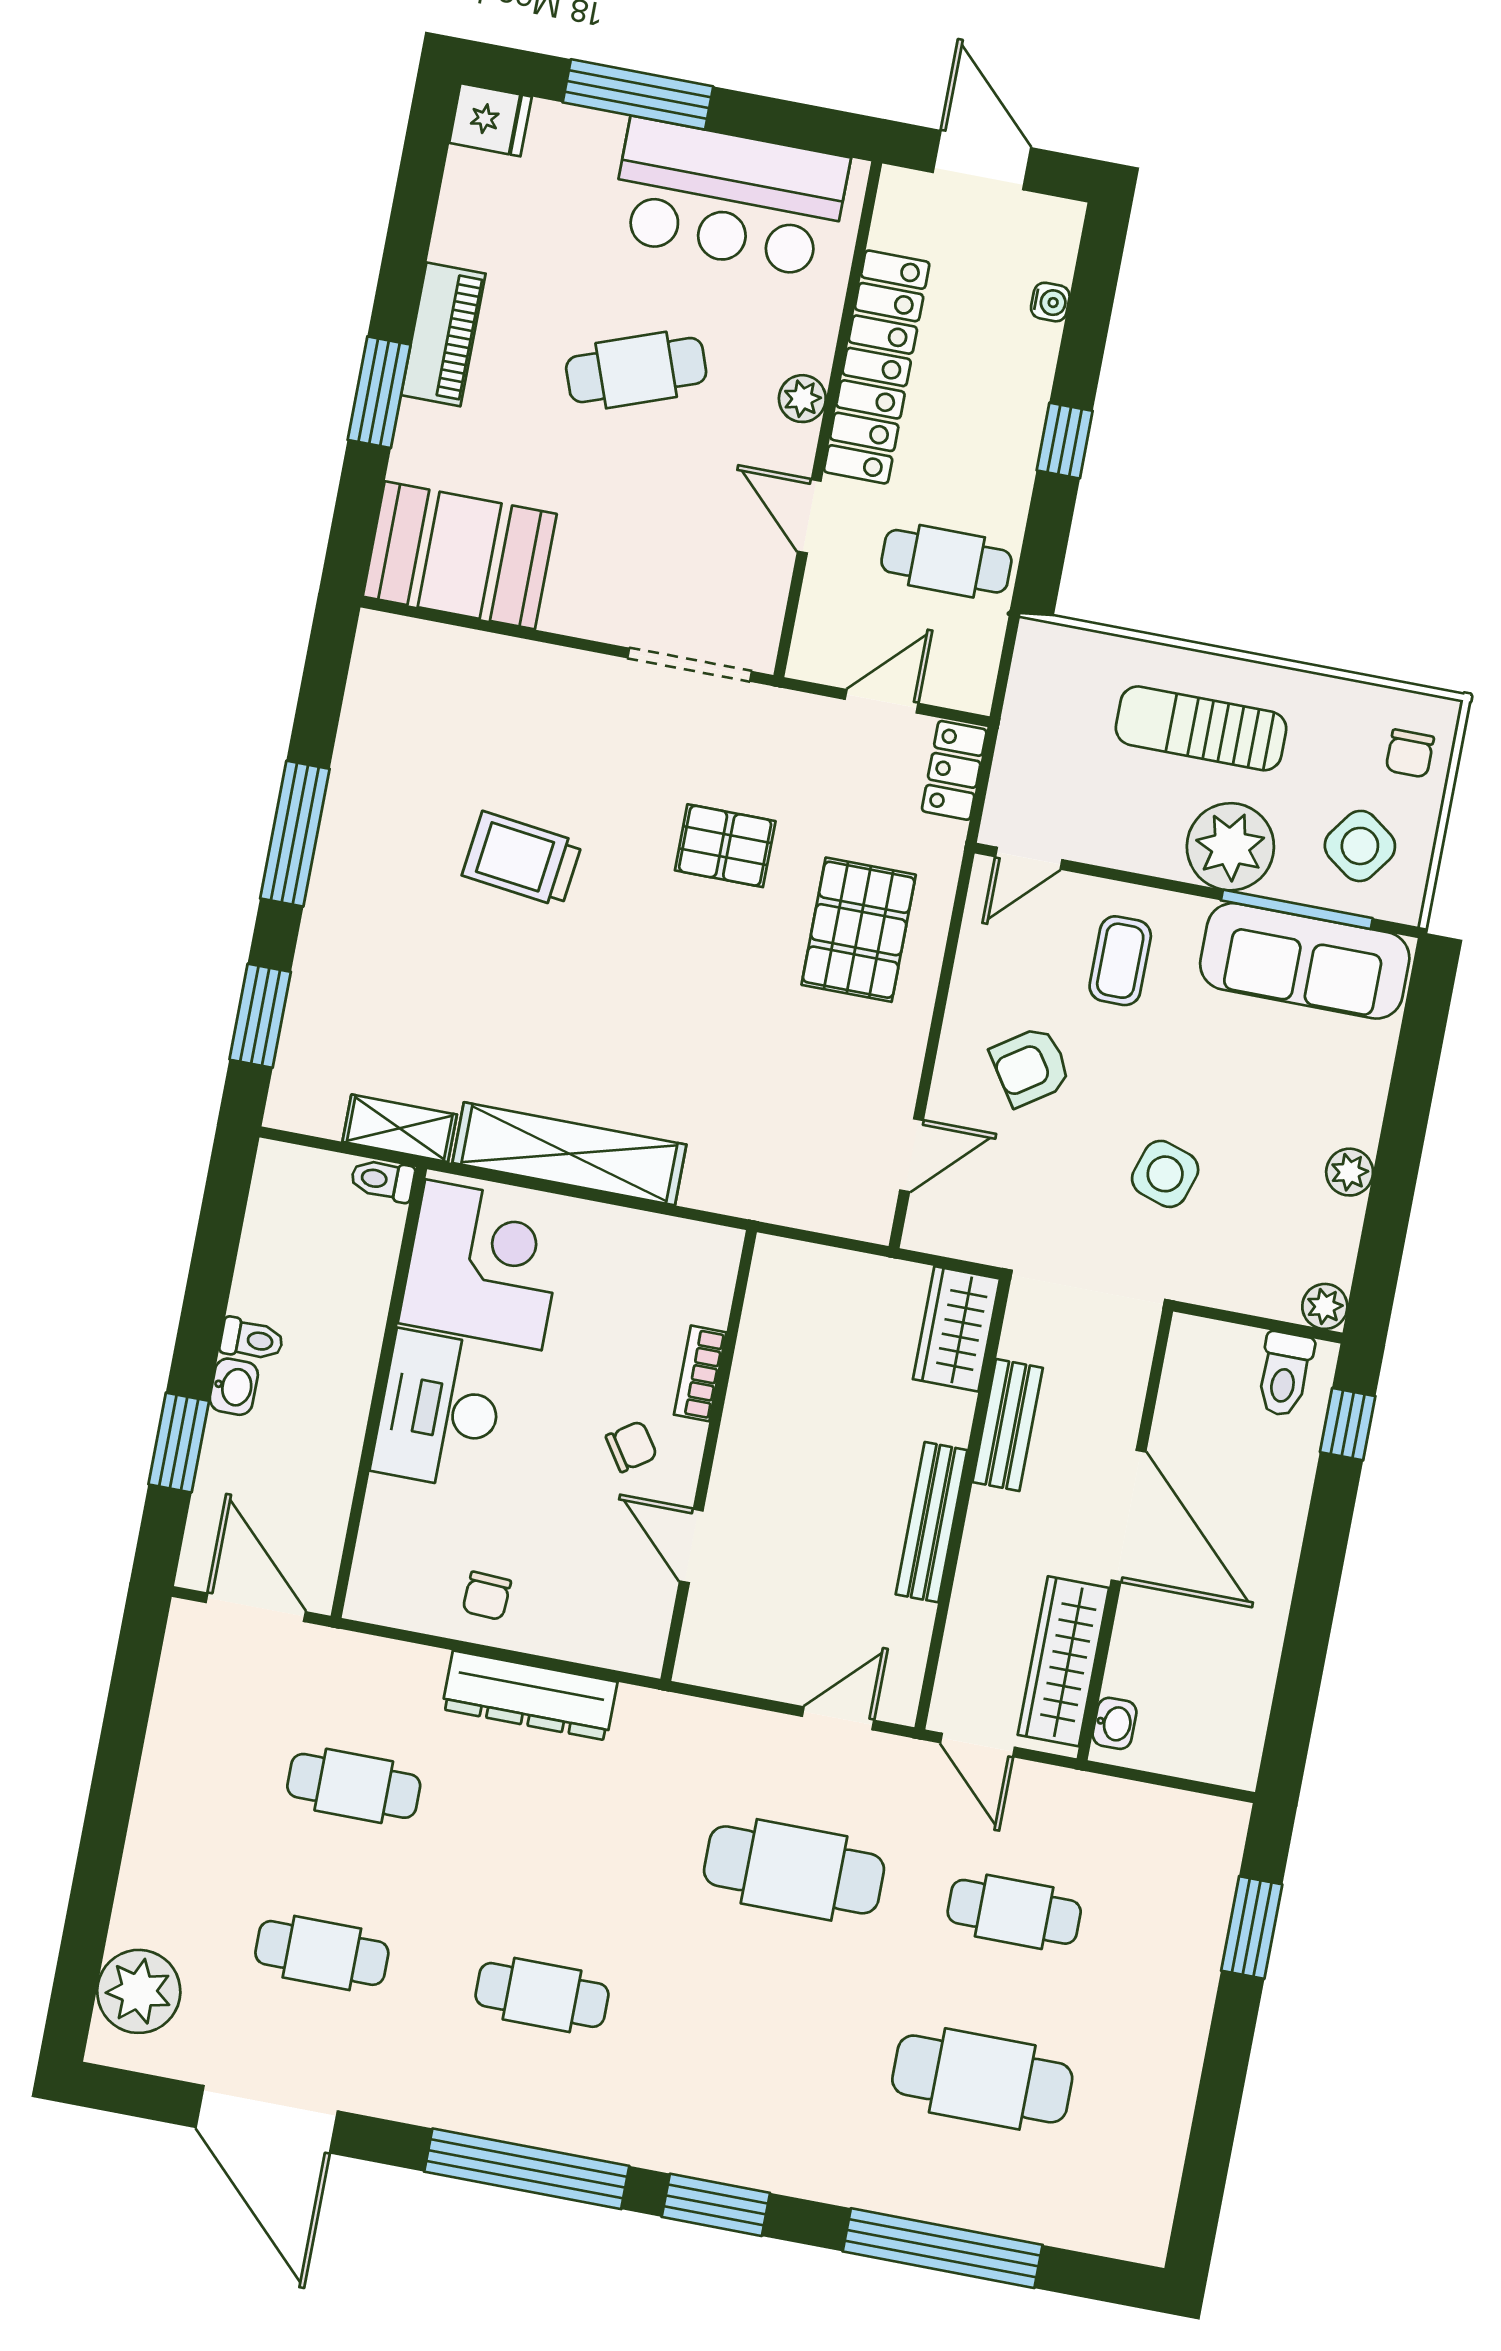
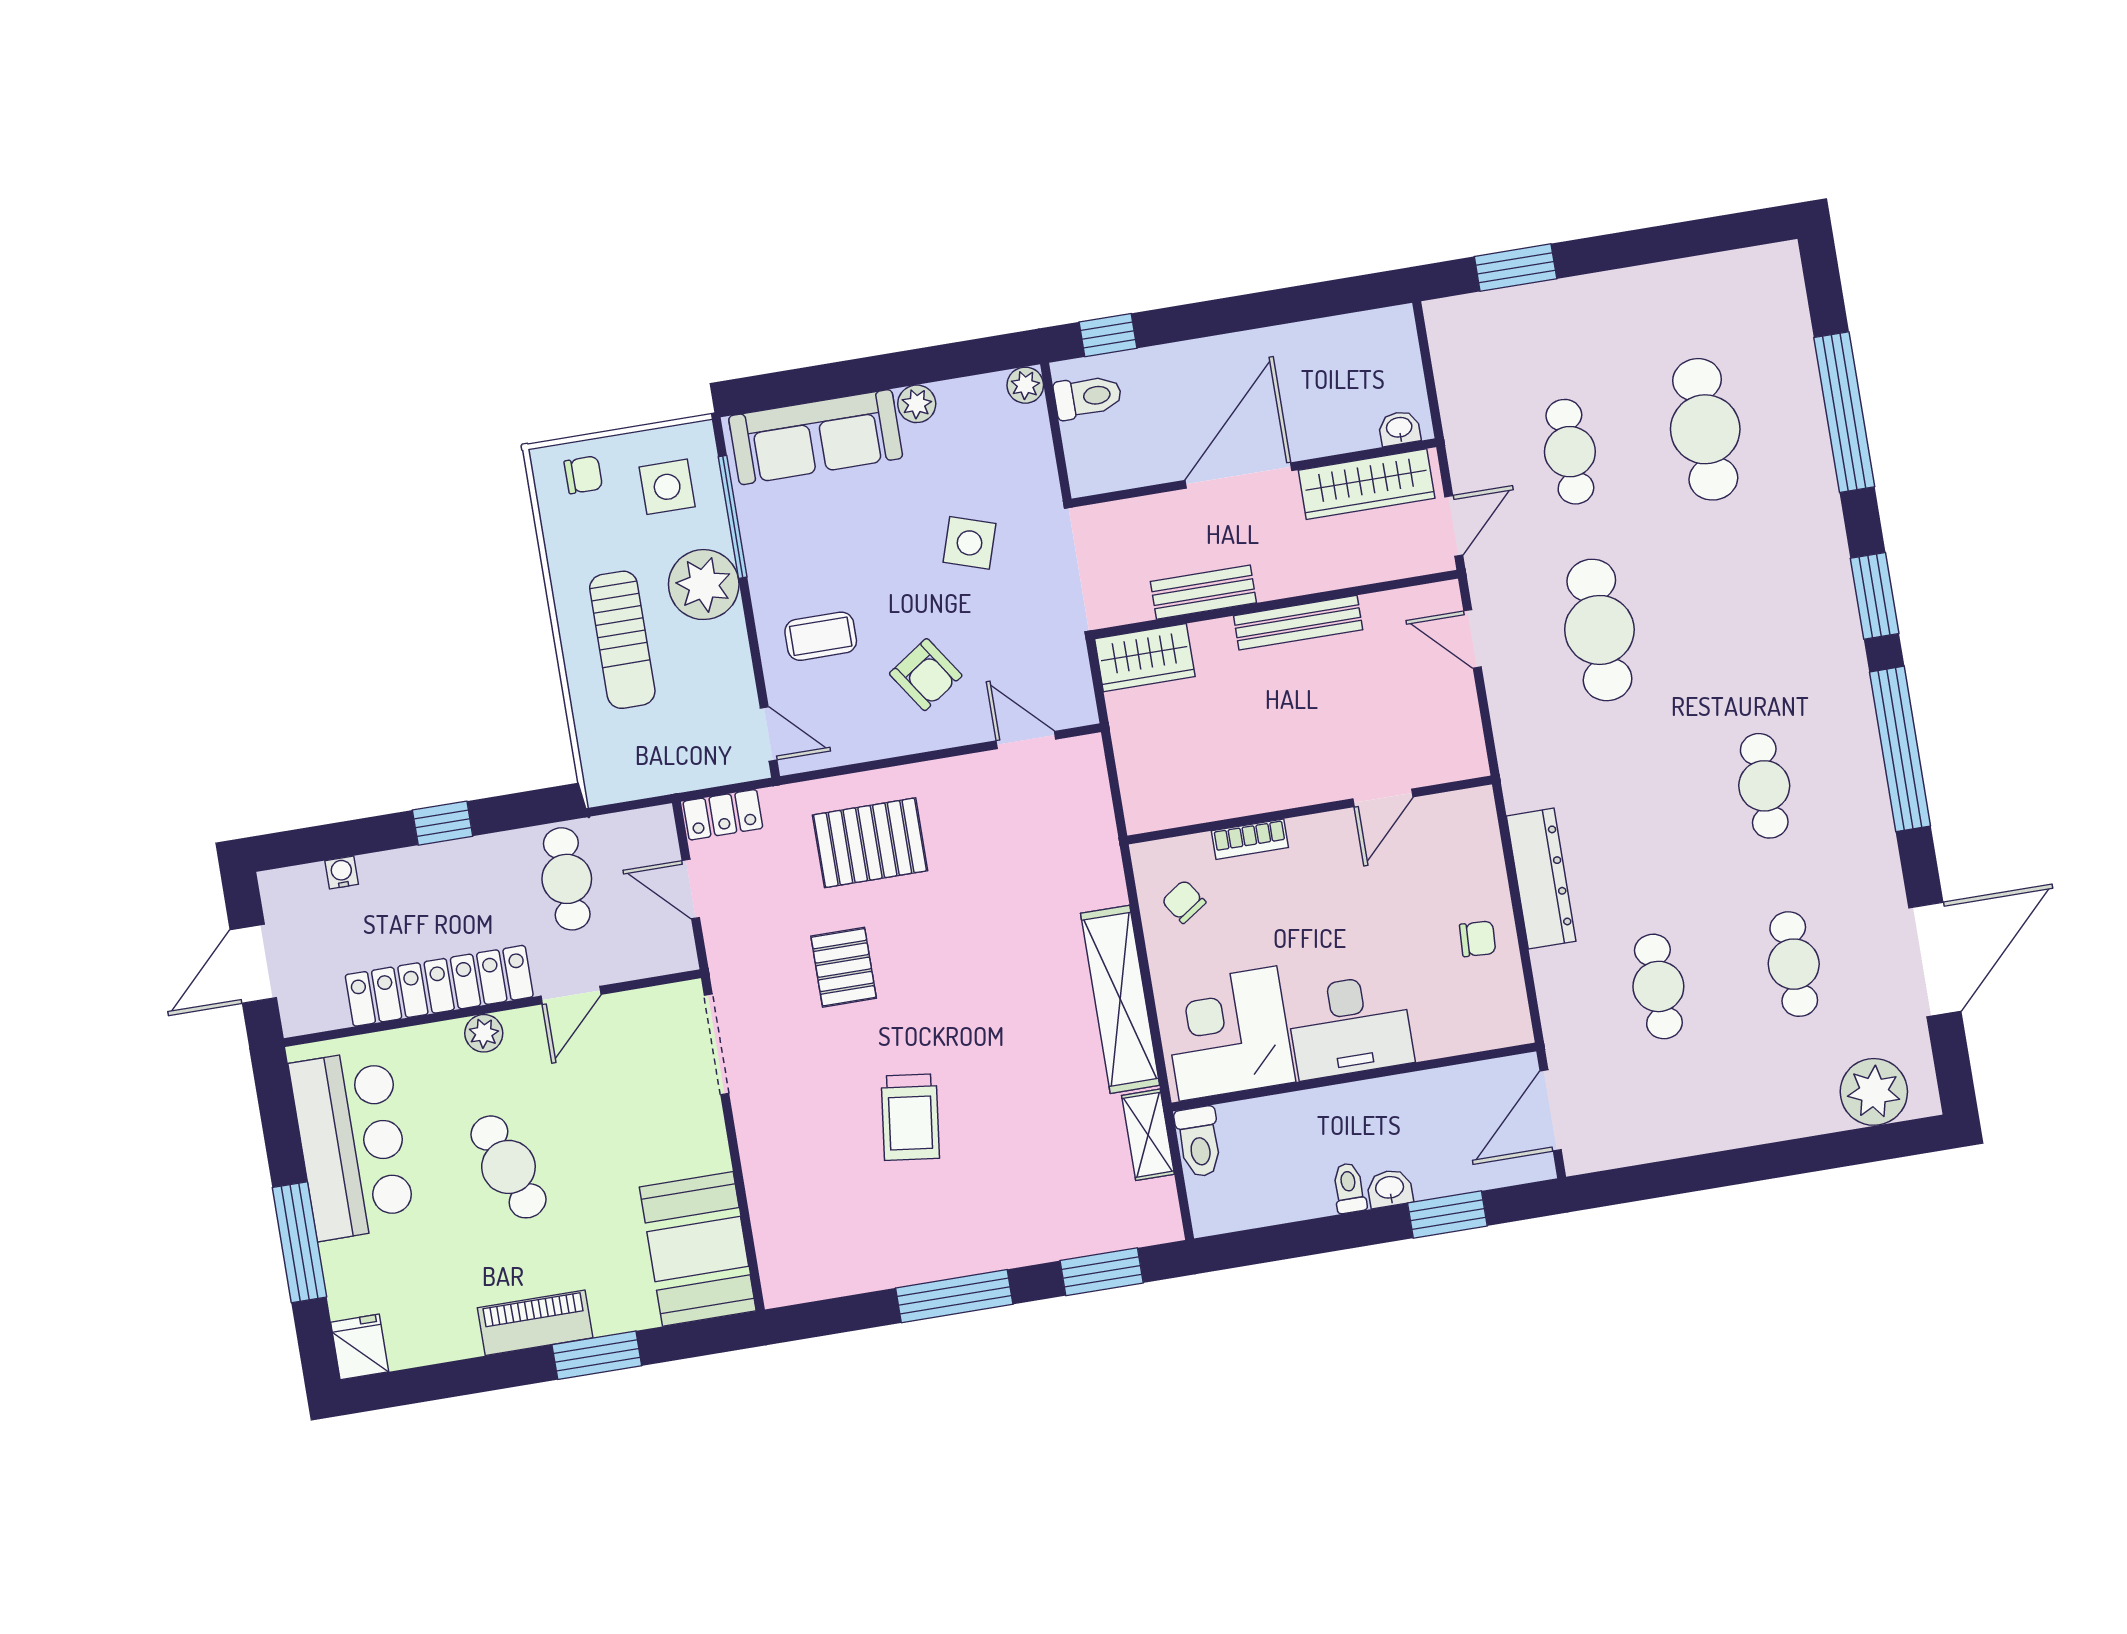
side table: (1360, 846) -> (667, 487), turned -36
sofa: (1305, 961) -> (816, 437), moved, turned 90
toilet: (383, 1180) -> (1199, 1142), width x1.37, depth x1.39
chair: (632, 1446) -> (1184, 902), moved

